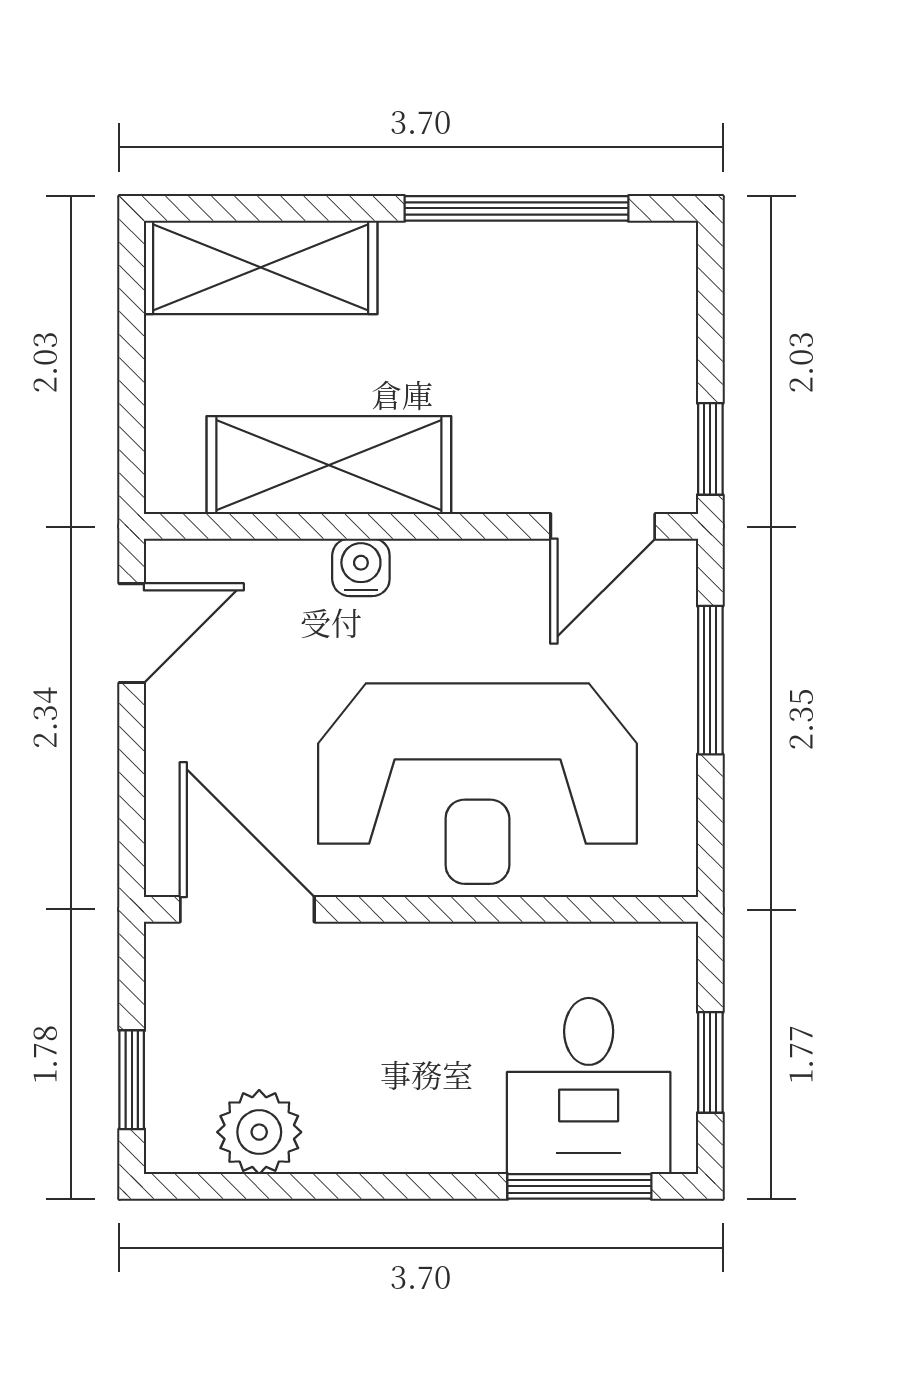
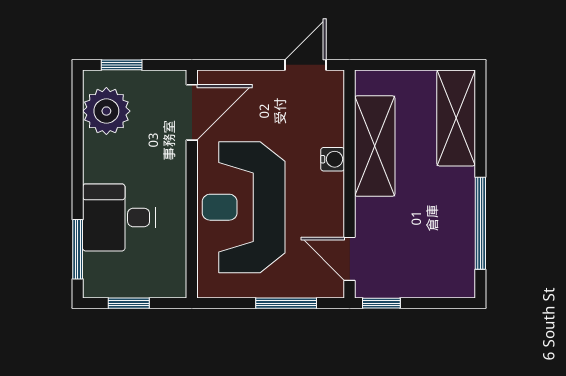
door: (132, 633) -> (306, 65), swing flipped
desk: (589, 1086) -> (119, 217), moved
plant: (259, 1132) -> (106, 111), width x1.36, depth x1.36

